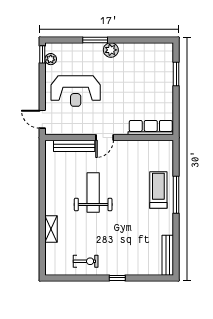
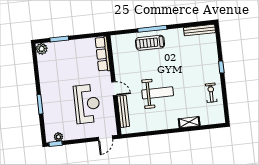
plant: (111, 50) -> (42, 49), moved
reception desk: (76, 91) -> (87, 104), moved
weight bench: (93, 193) -> (158, 93), turned 180

